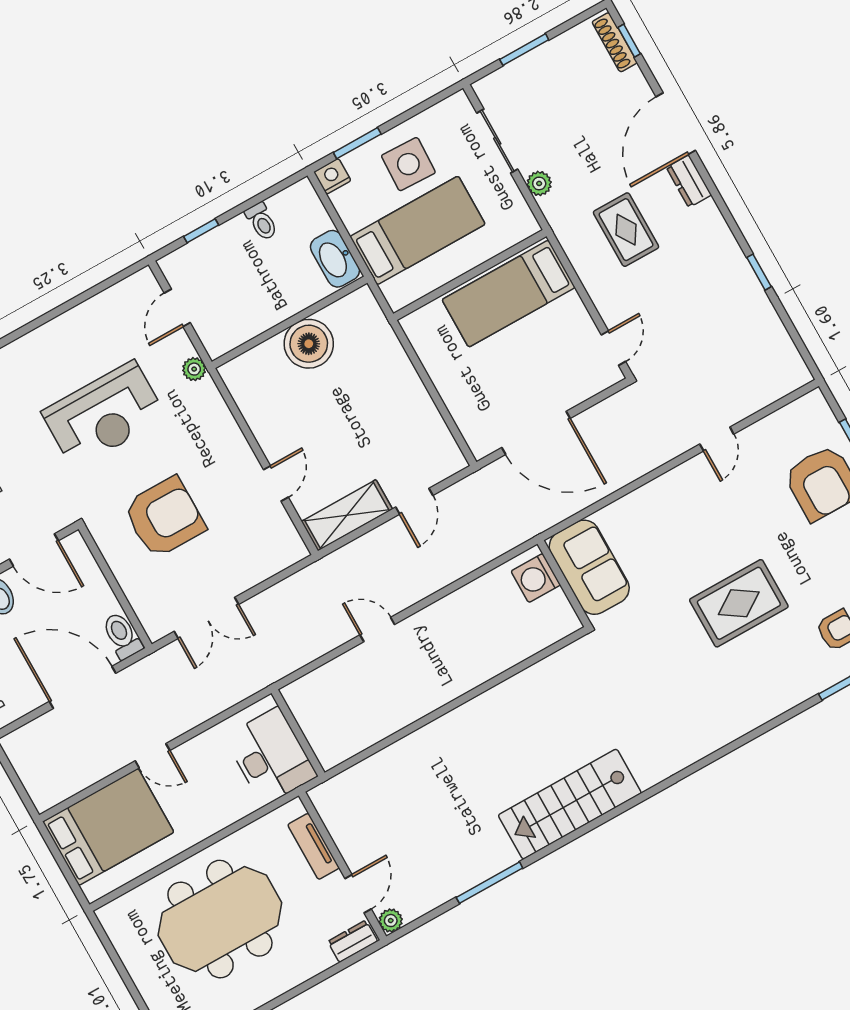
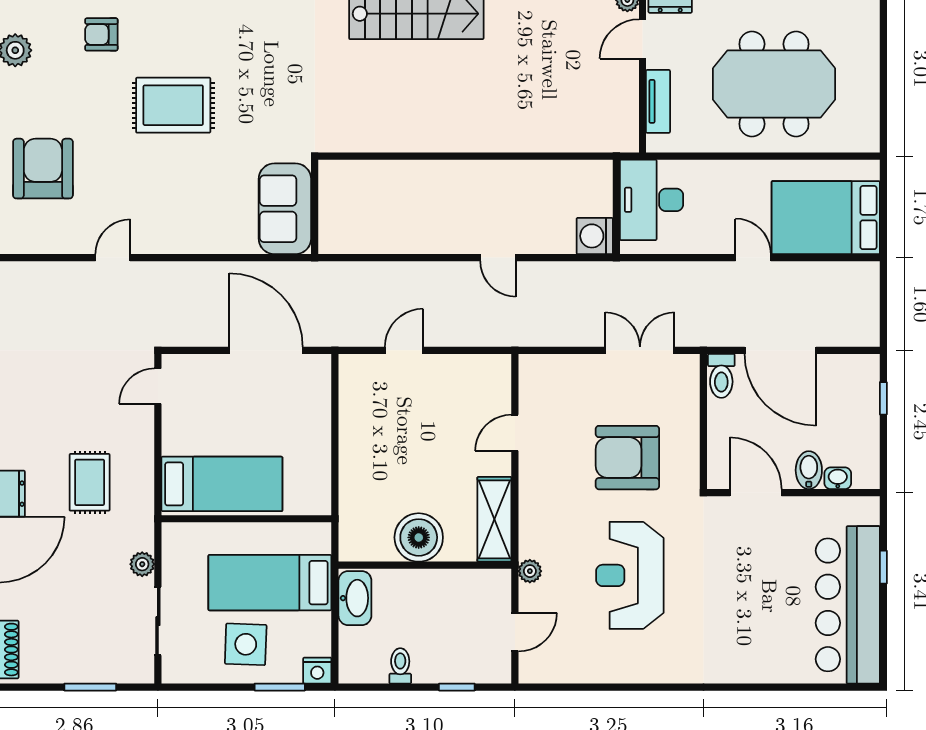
reception desk: (104, 415) -> (630, 575), turned -90
shelving: (347, 515) -> (494, 519), moved, turned 90
washing machine: (536, 578) -> (595, 236), moved, turned 180

